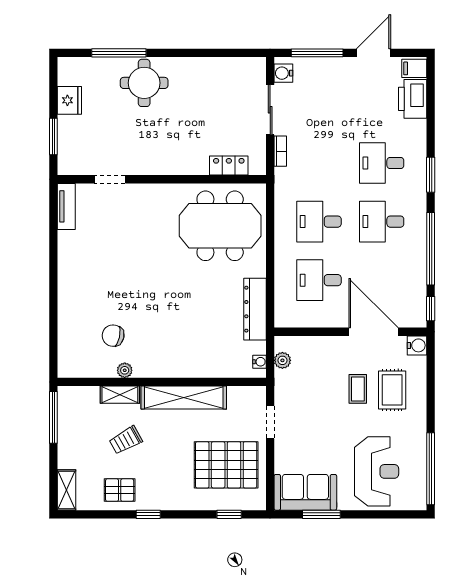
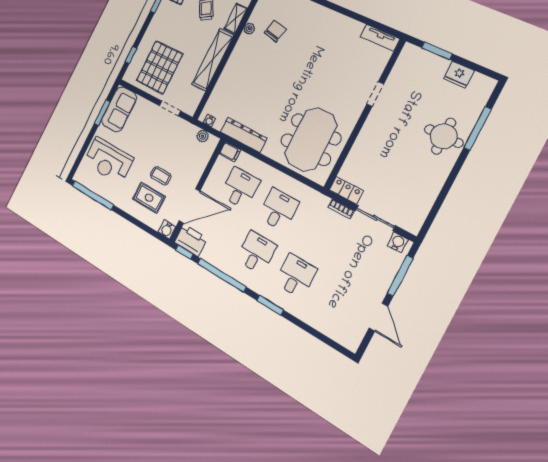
filing cabinet: (414, 68) -> (230, 152), moved, turned 90
printer: (413, 99) -> (191, 240), moved
locker: (229, 166) -> (346, 190), moved, turned -90
doorway: (110, 179) -> (375, 94), moved

